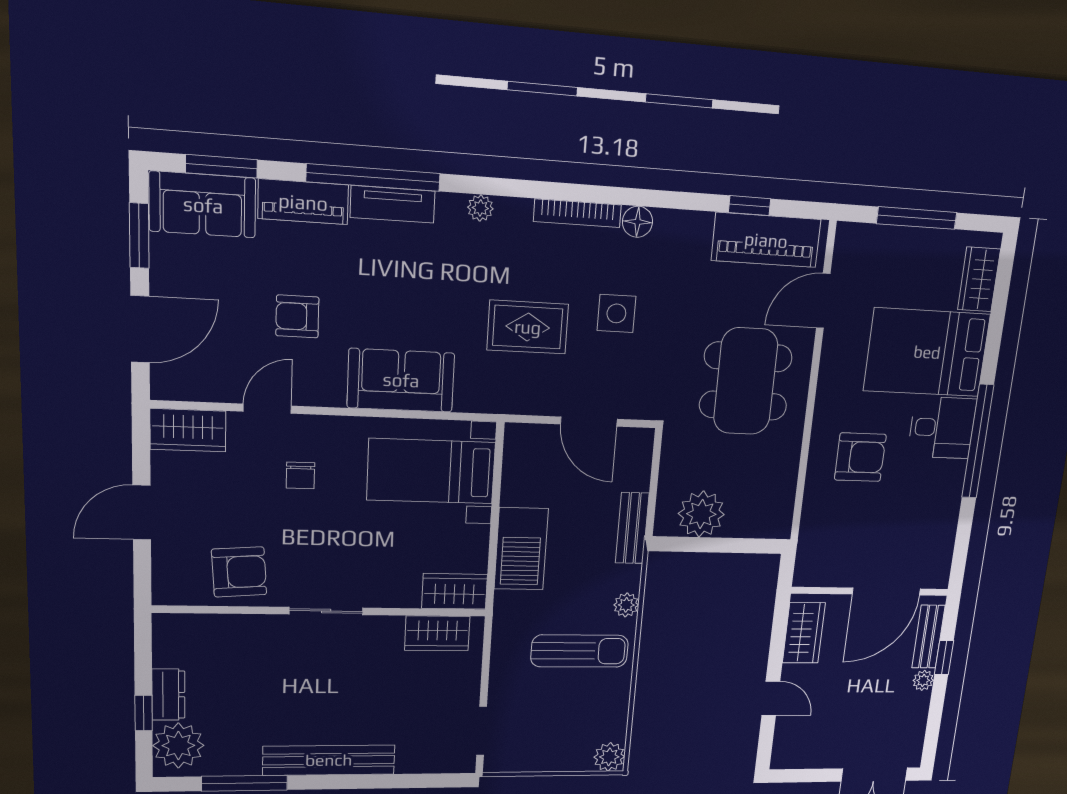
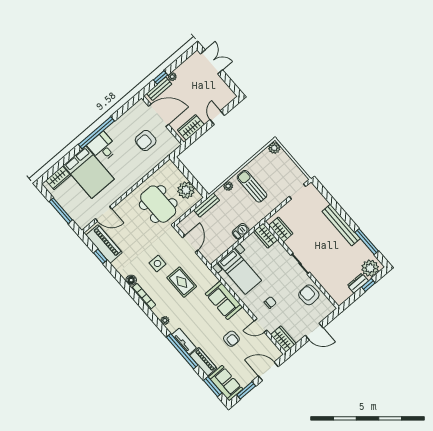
dining table: (746, 381) -> (158, 204), moved, turned 90
armchair: (860, 457) -> (146, 140), moved, turned -90
barbecue: (521, 549) -> (241, 231), width x0.53, depth x0.65

